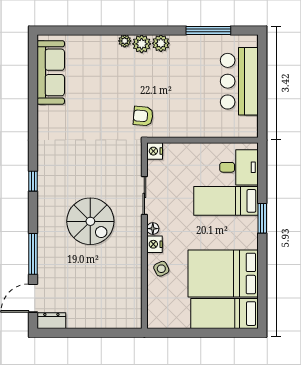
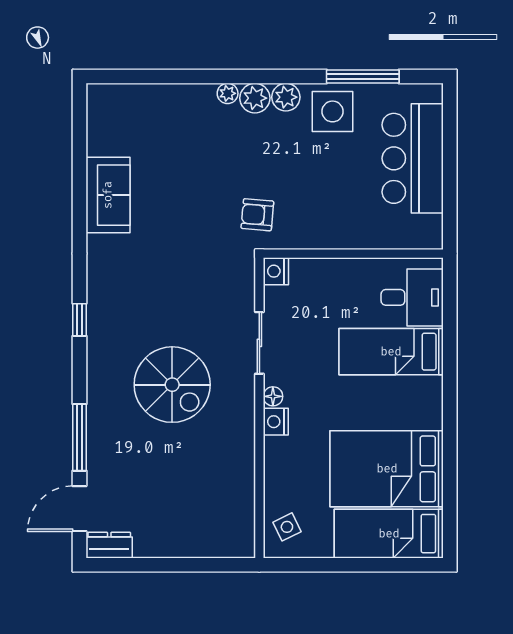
side table: (190, 52) -> (332, 111), added
sofa: (51, 72) -> (108, 195), moved, width x0.73
window: (262, 218) -> (450, 380), removed
side table: (161, 269) -> (287, 527), moved

